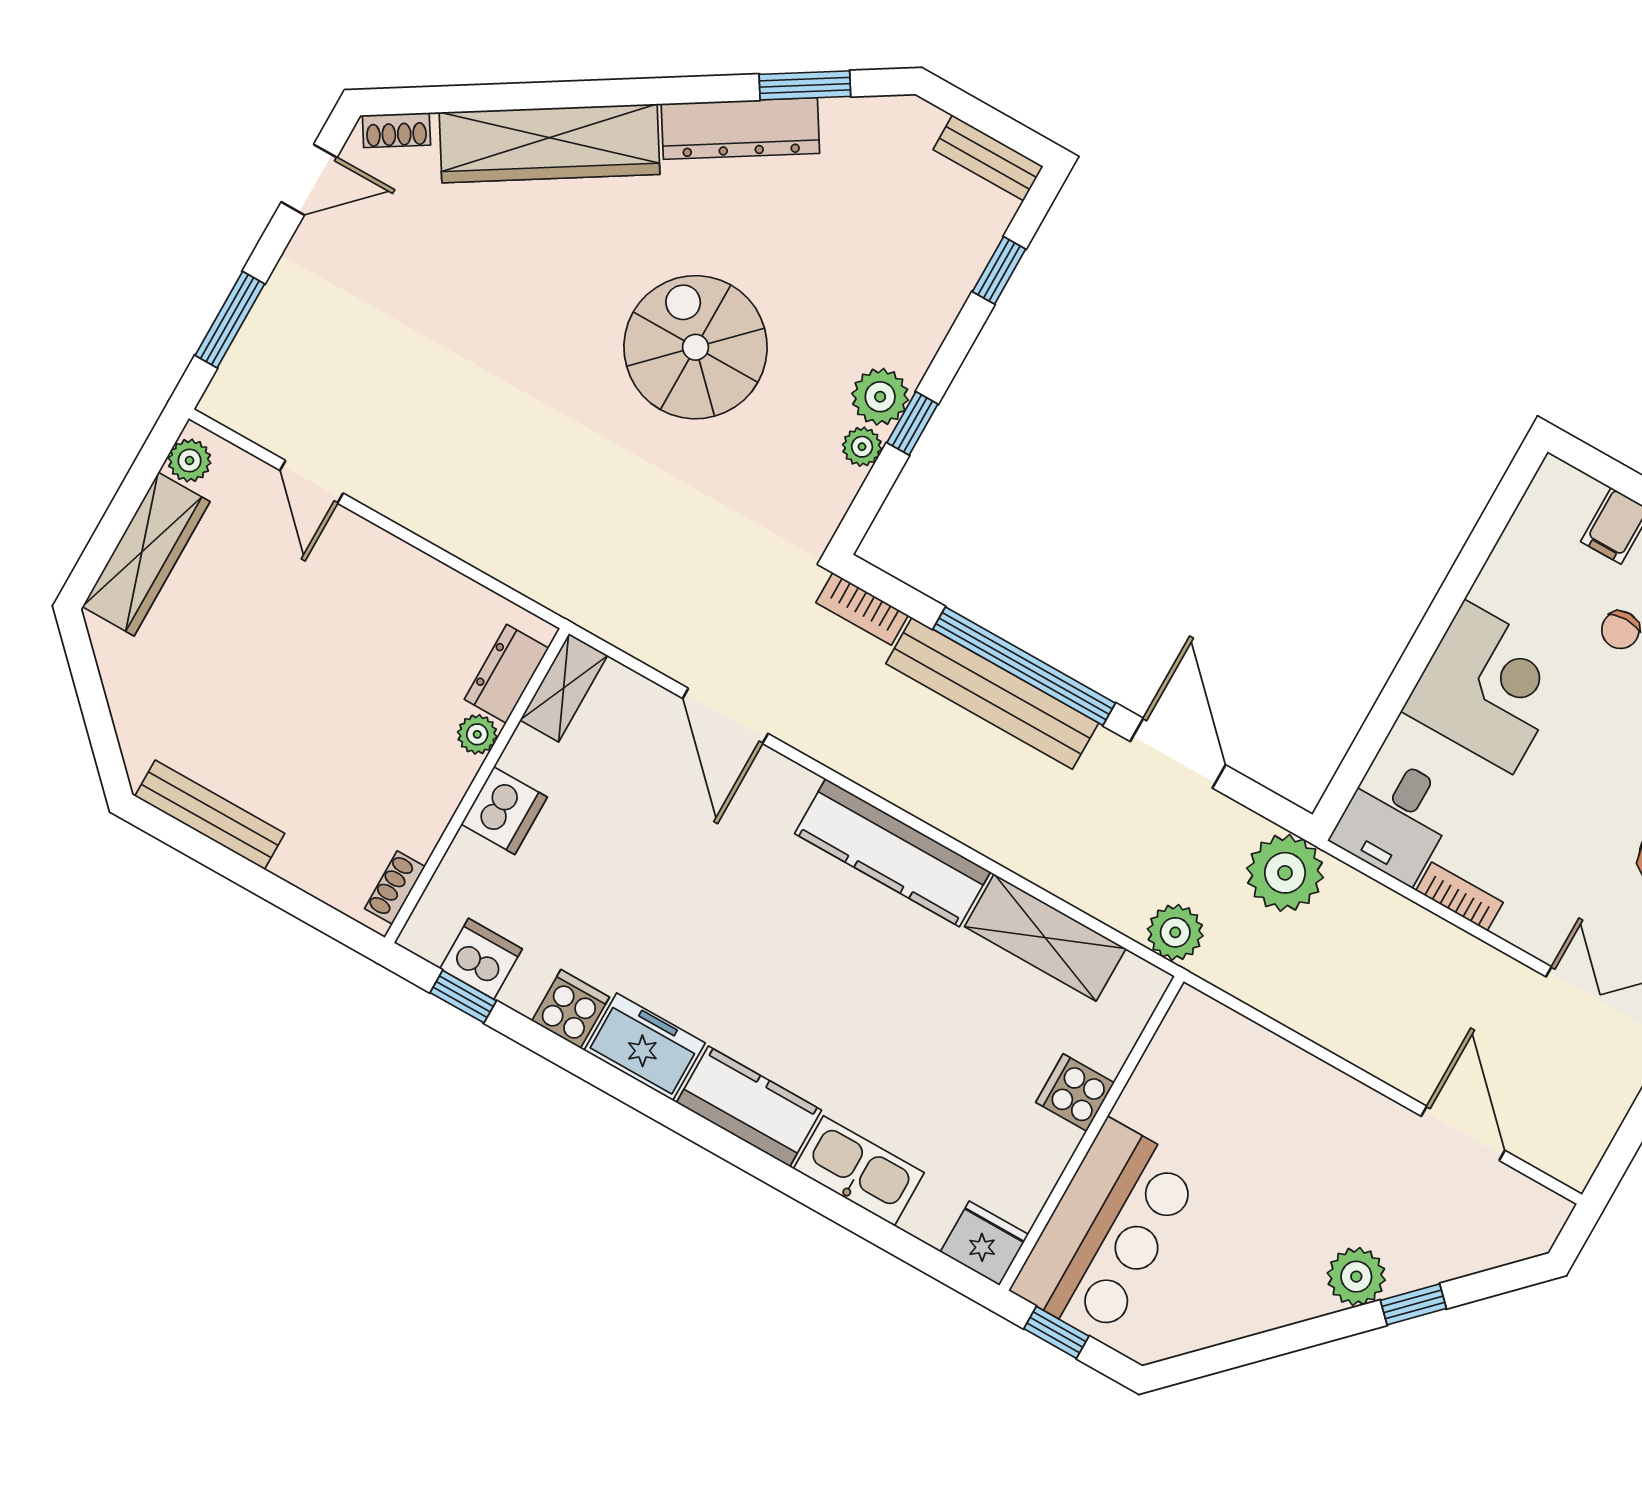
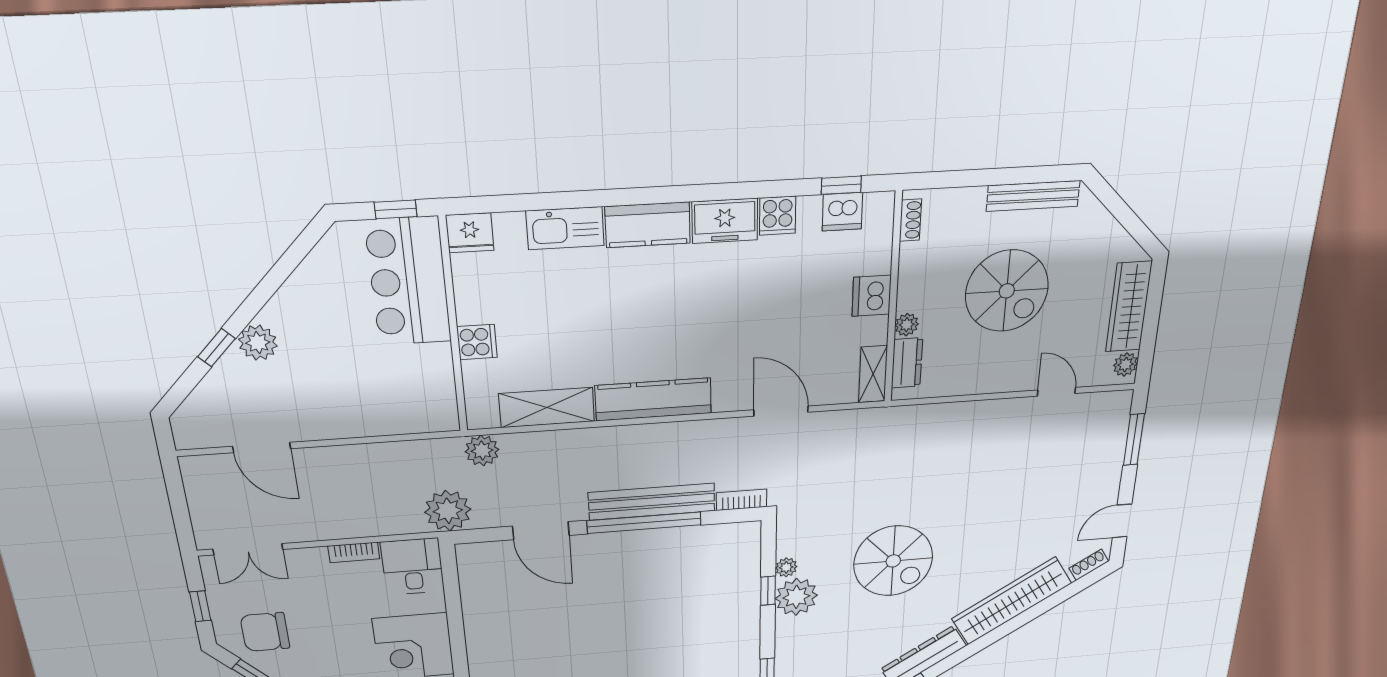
plant: (880, 397) -> (796, 597), width x1.36, depth x1.36
spiral stairs: (311, 694) -> (1007, 291), added

